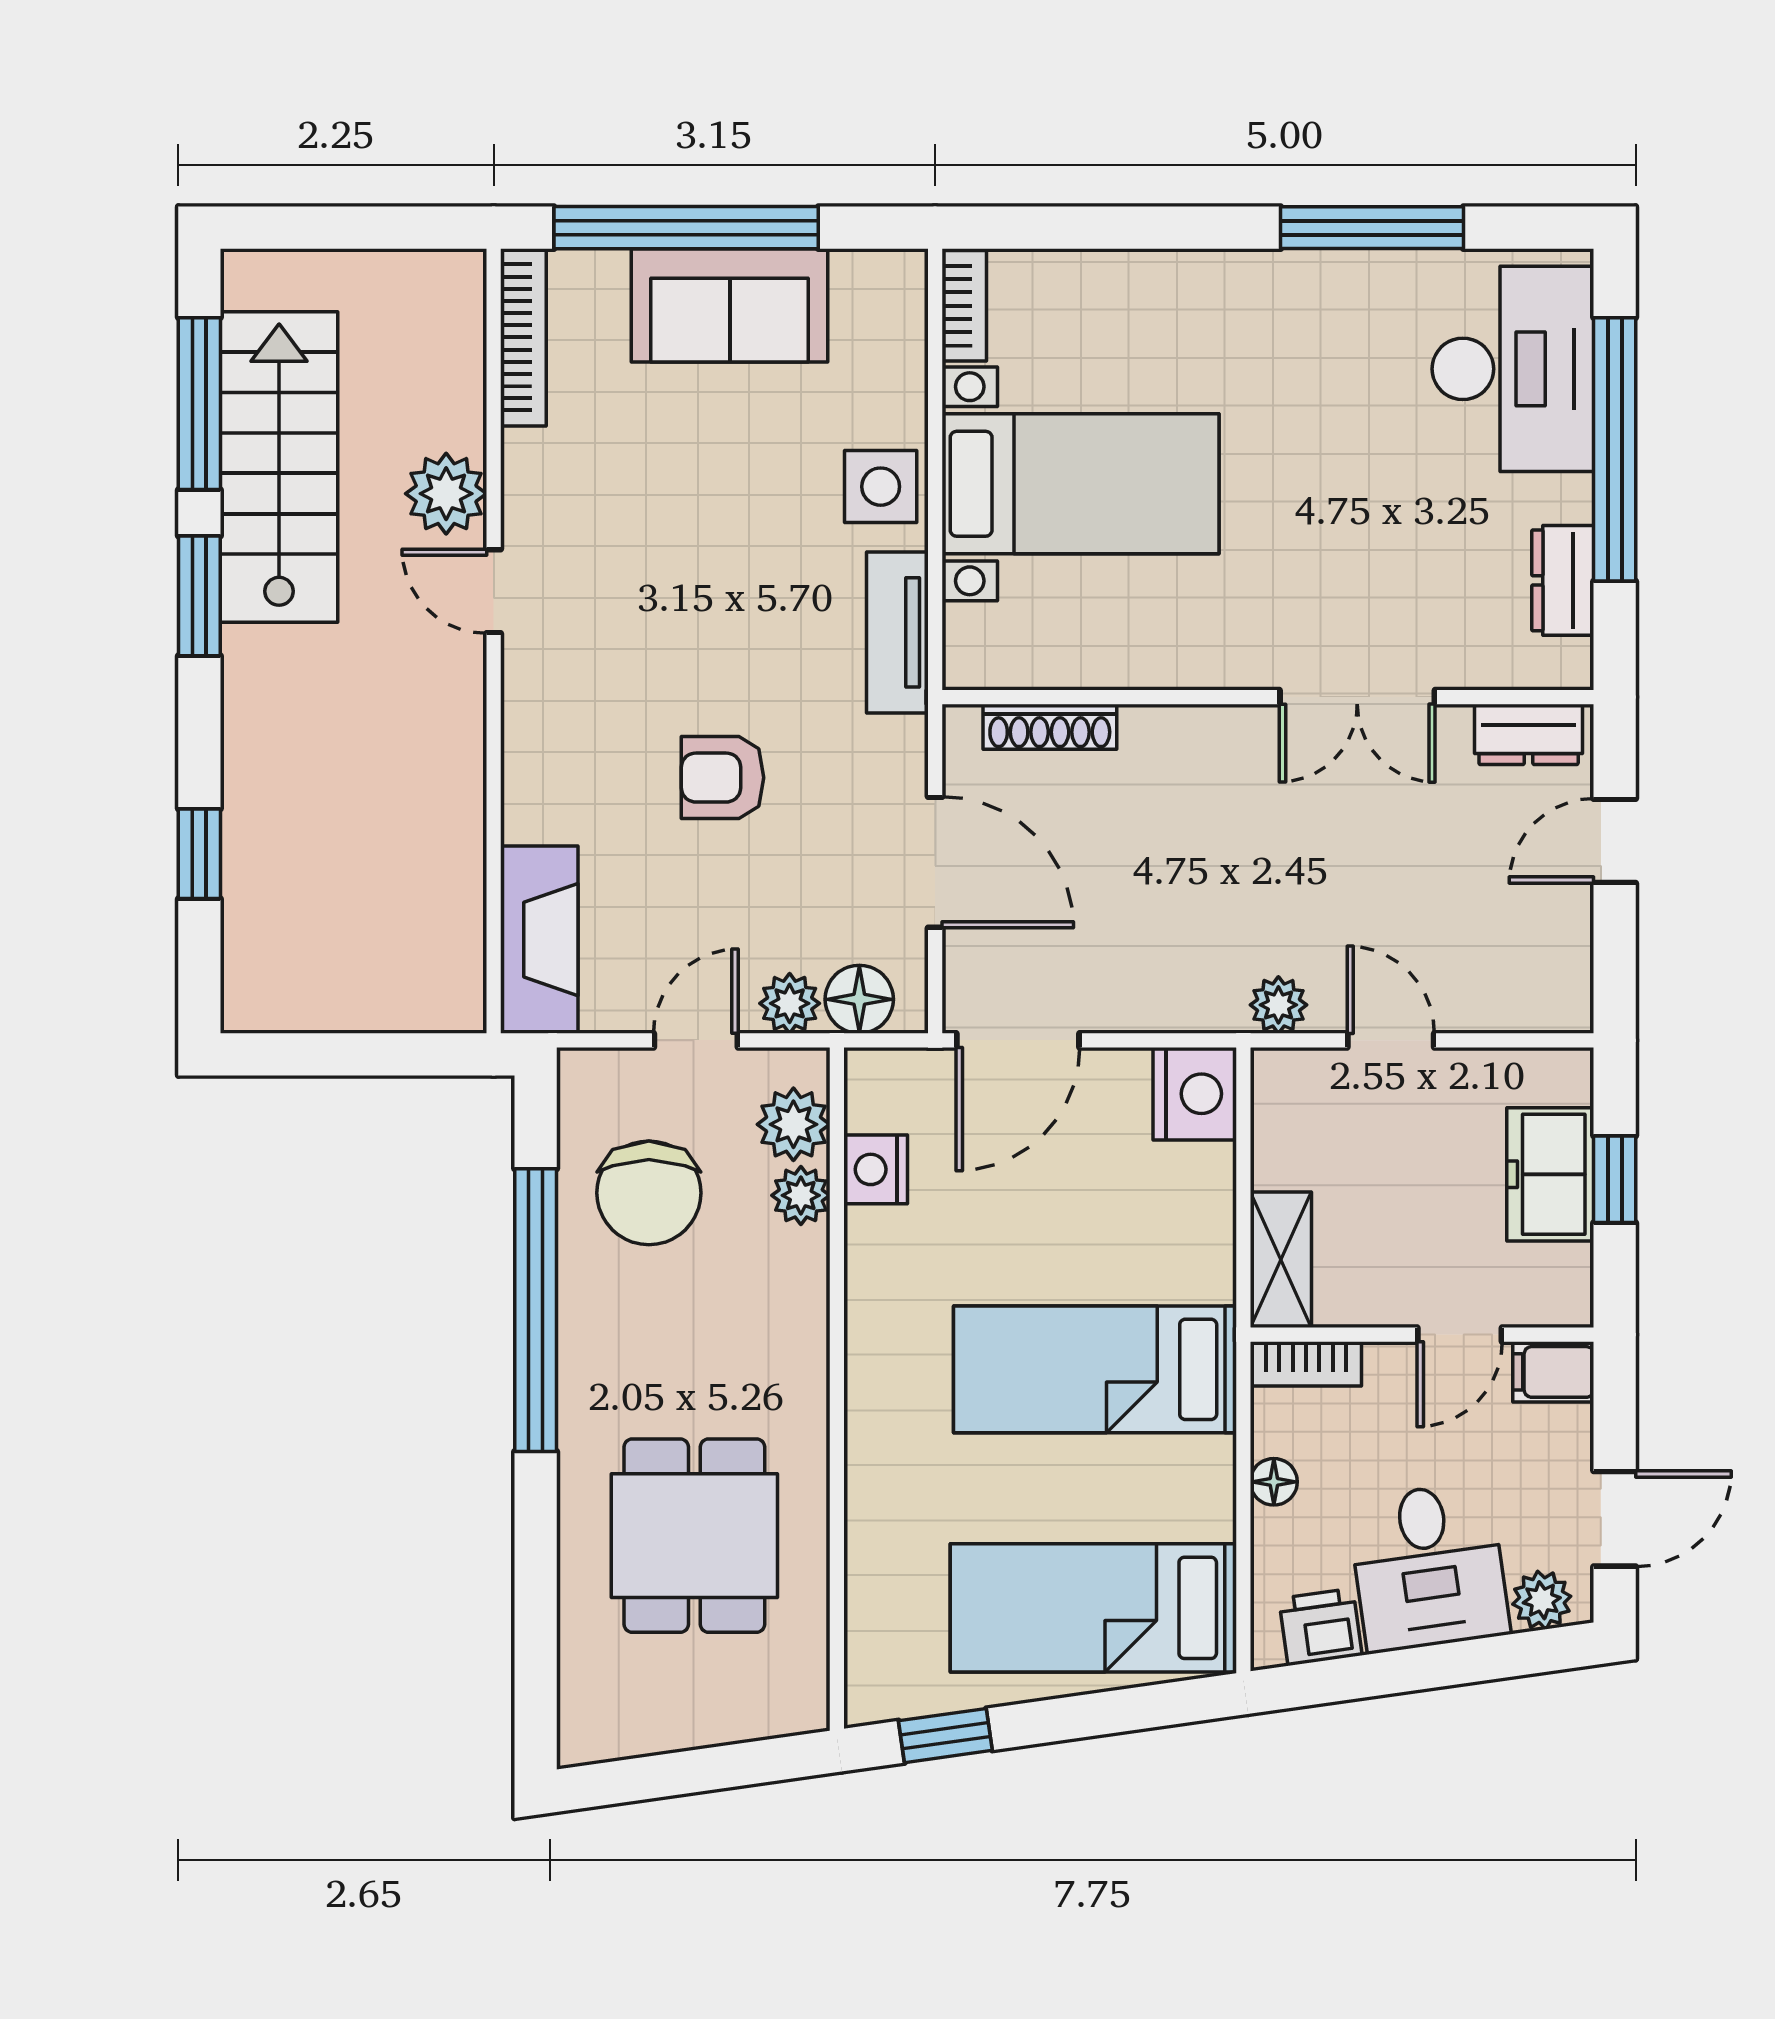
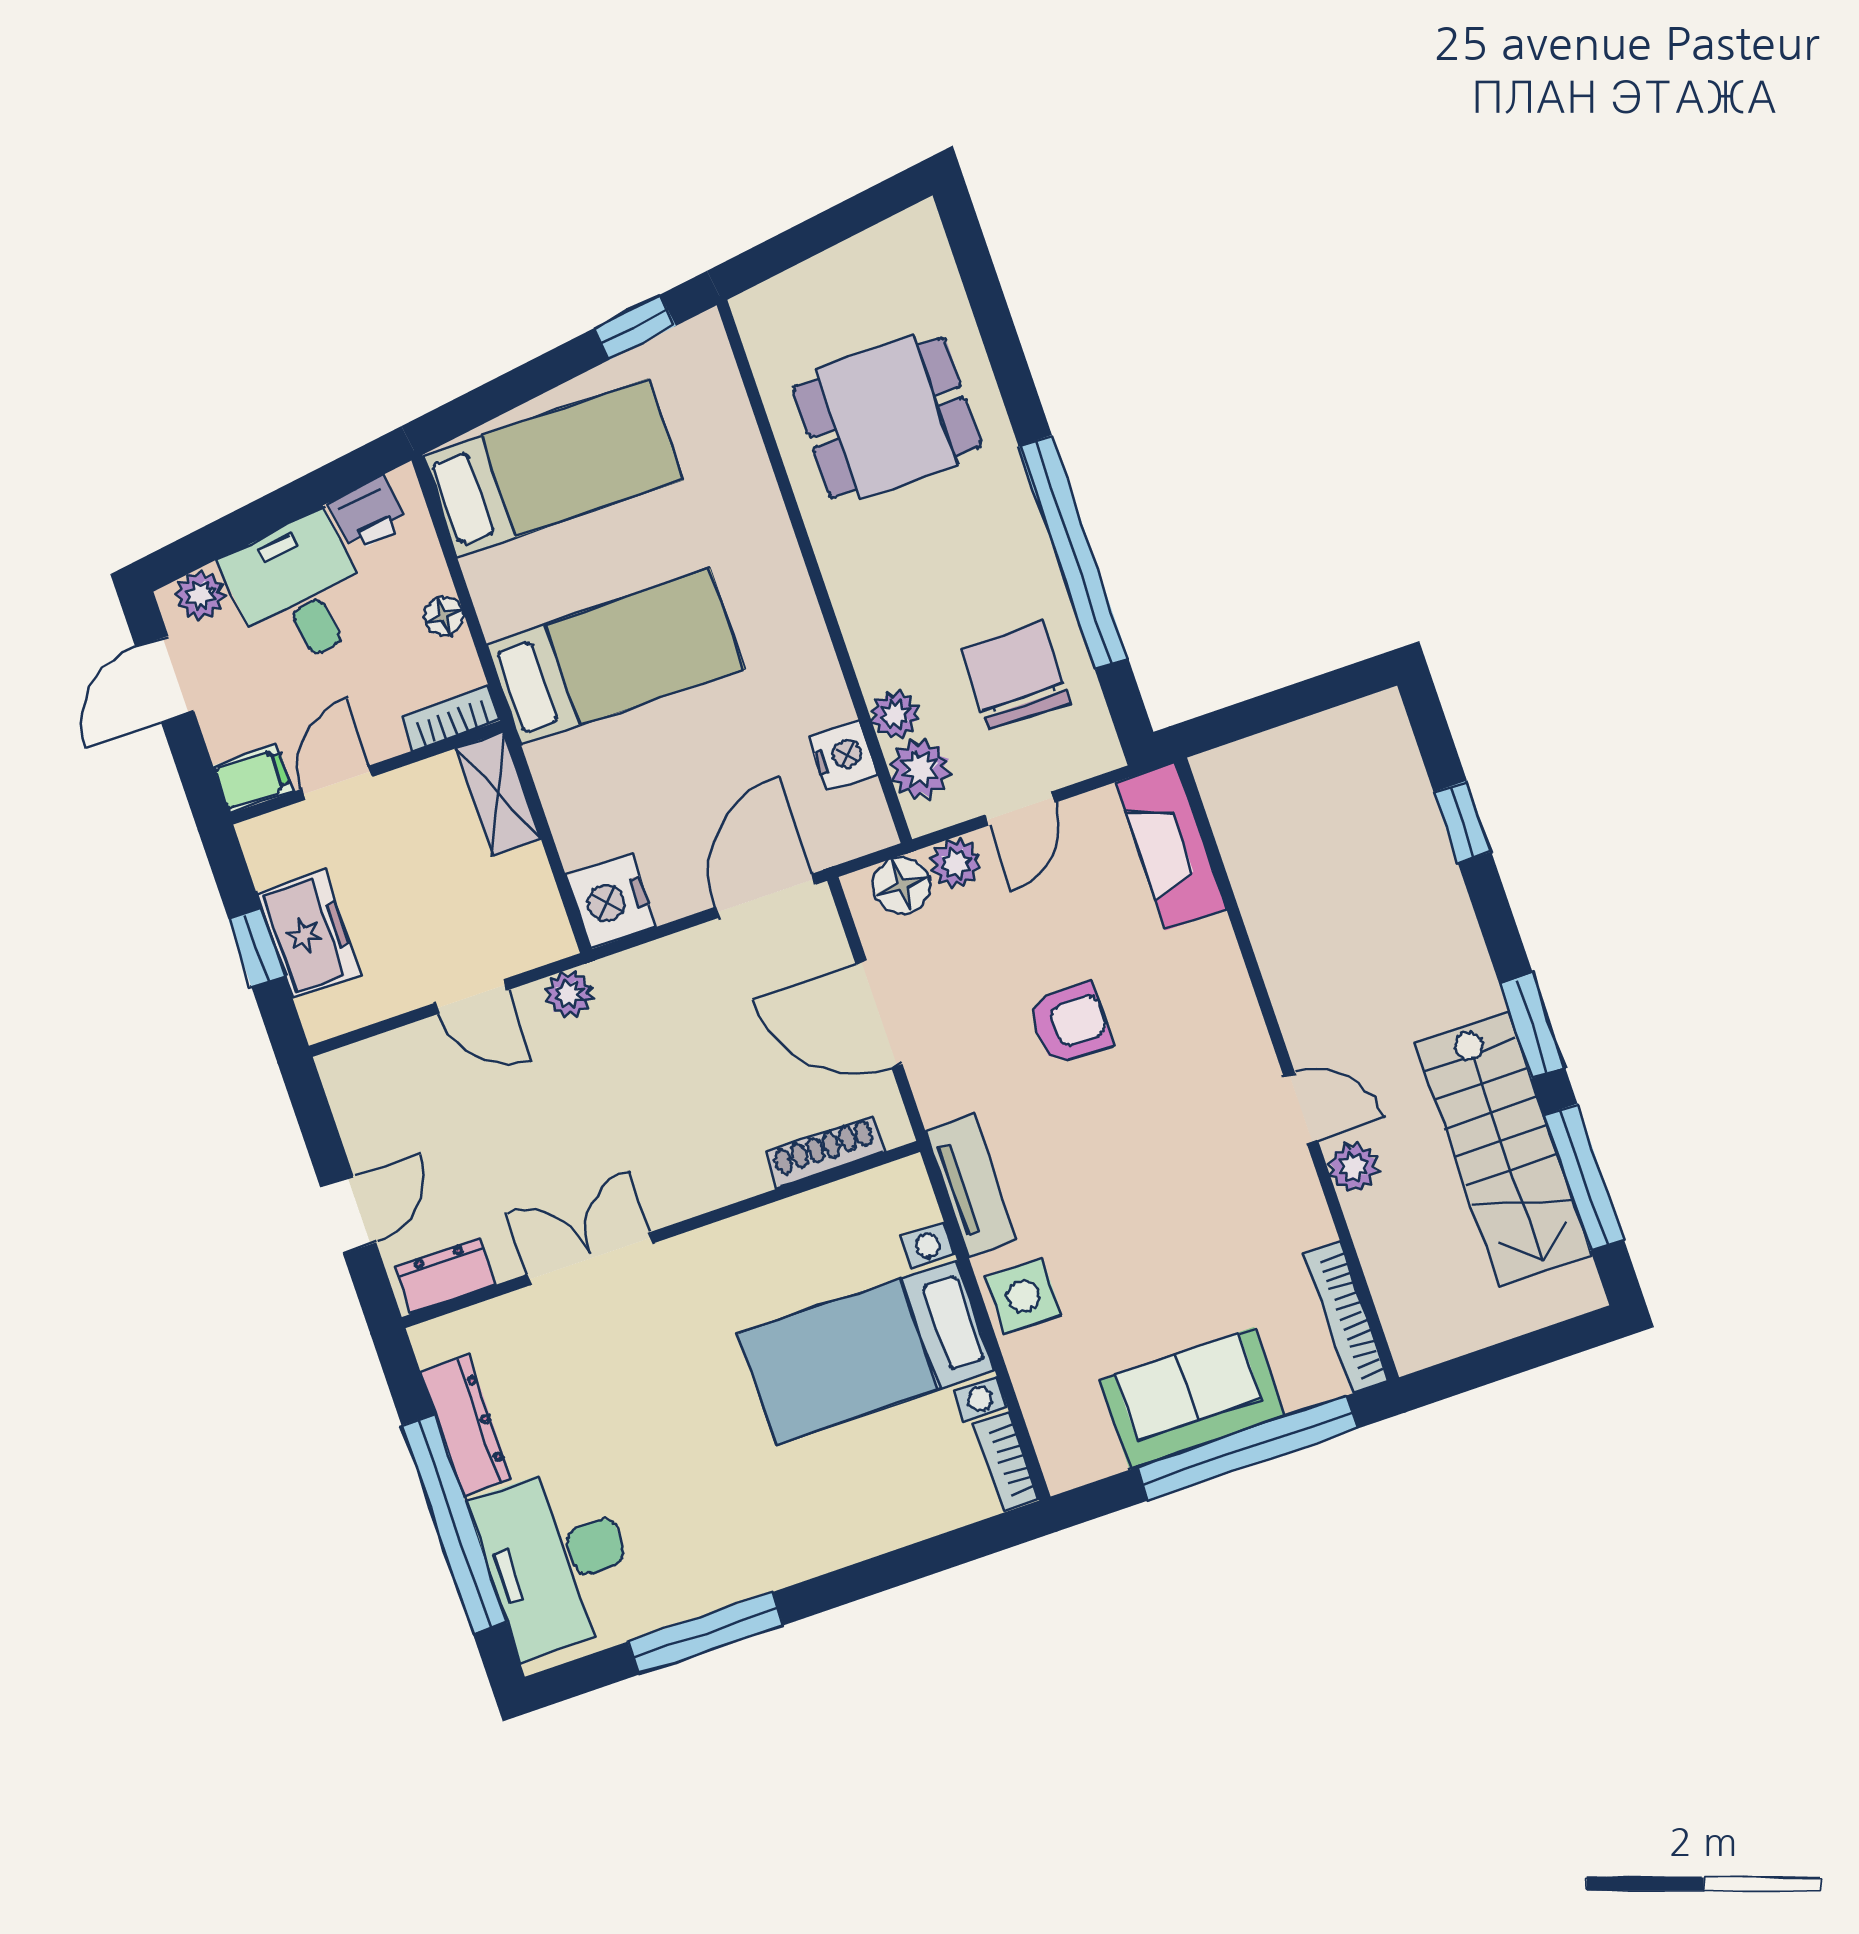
plant: (446, 494) -> (1353, 1167), width x0.73, depth x0.73
dresser: (1563, 580) -> (466, 1425), width x1.44
dining table: (694, 1536) -> (887, 417), turned 90

